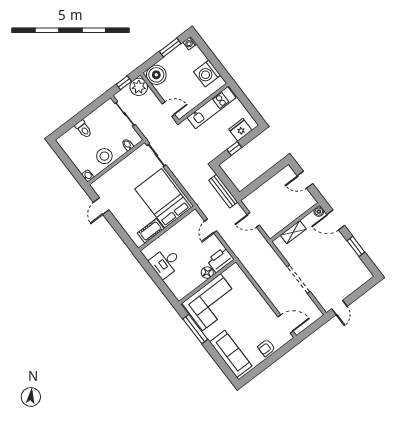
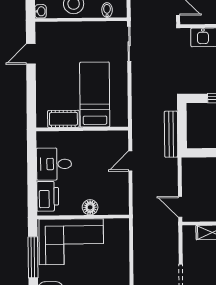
bed: (163, 198) -> (95, 94), width x0.67
door: (253, 220) -> (180, 207), moved
printer: (220, 260) -> (48, 196), moved, turned 90

